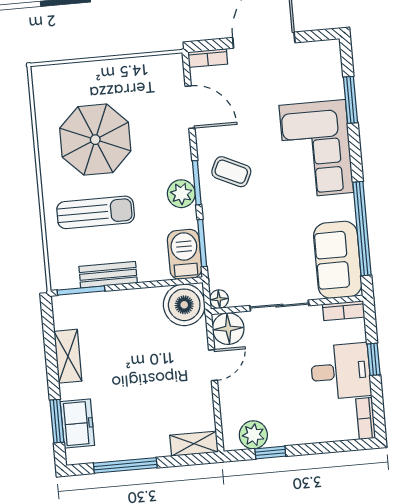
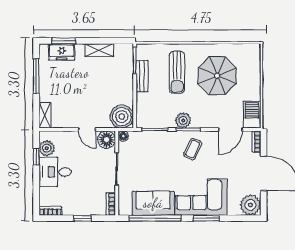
plant: (323, 59) -> (250, 205), added
window: (350, 100) -> (206, 218), moved
barbecue: (185, 254) -> (252, 115), moved, turned -90
sofa: (338, 260) -> (153, 203), moved
desk: (341, 371) -> (55, 172), moved, turned 90

